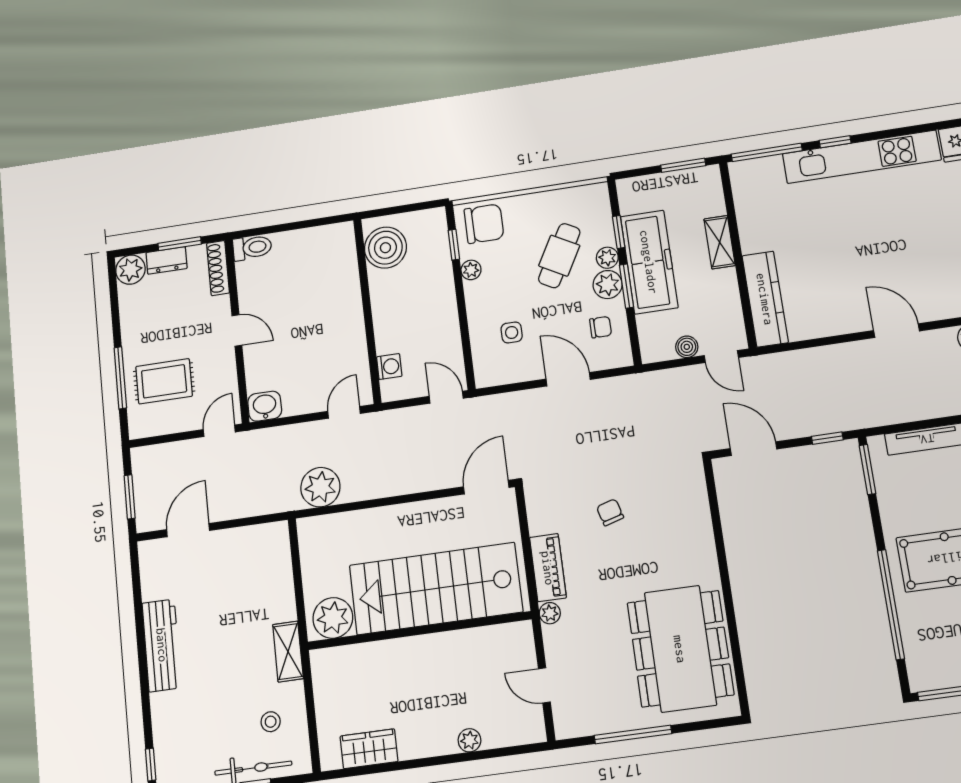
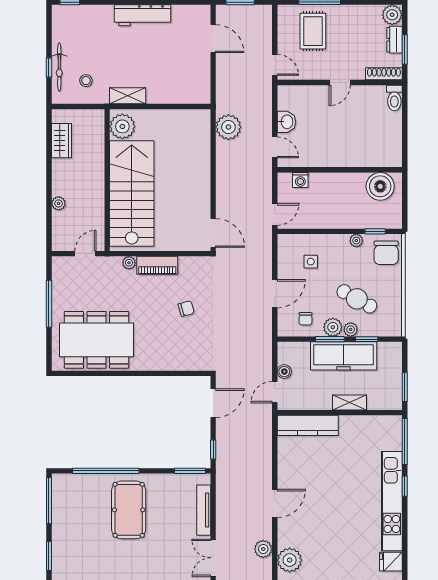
washbasin: (265, 406) -> (286, 122), moved
stairs: (436, 589) -> (132, 193), moved
plant: (333, 618) -> (122, 126), moved
wall: (419, 631) -> (107, 180), moved

